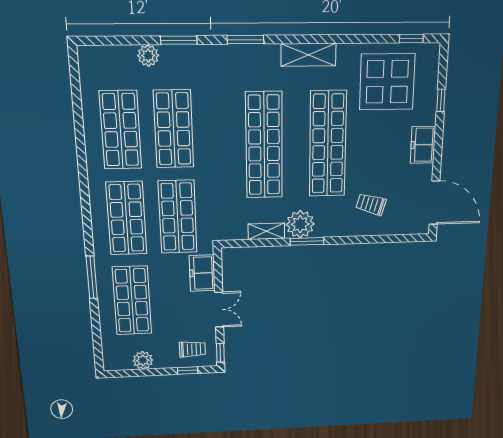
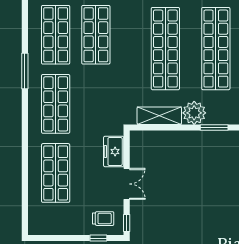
shop shelf: (178, 217) -> (96, 104), removed
shelving: (266, 231) -> (159, 116), width x1.50, depth x1.33
window: (307, 241) -> (214, 127), moved
window: (92, 277) -> (25, 71), moved
plant: (143, 360) -> (61, 227), removed

